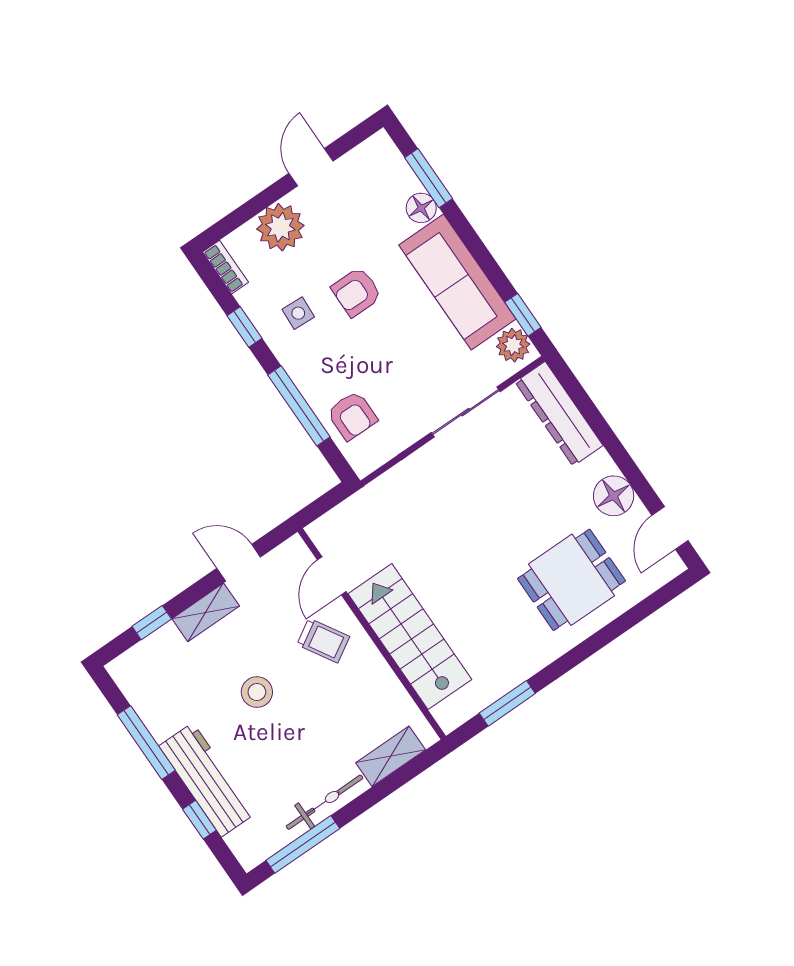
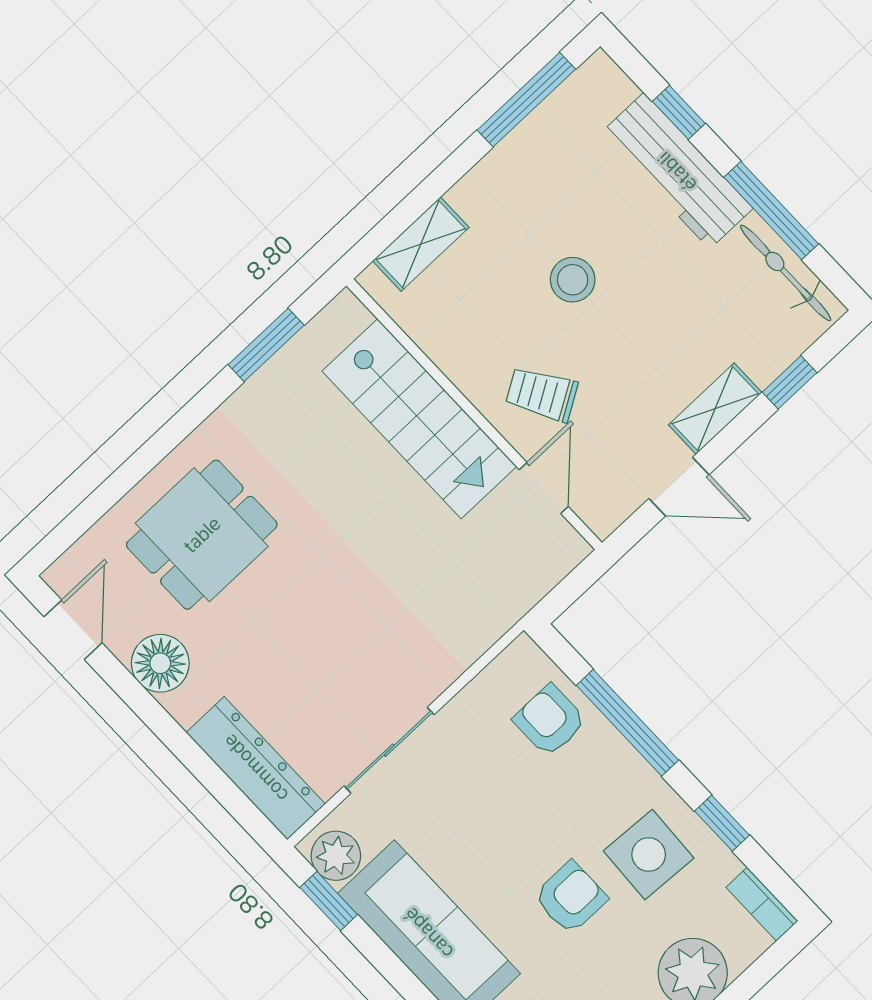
side table: (298, 313) -> (649, 855), width x1.87, depth x1.87
stool: (257, 692) -> (573, 280), moved
bicycle: (325, 802) -> (786, 273), moved, turned 90

